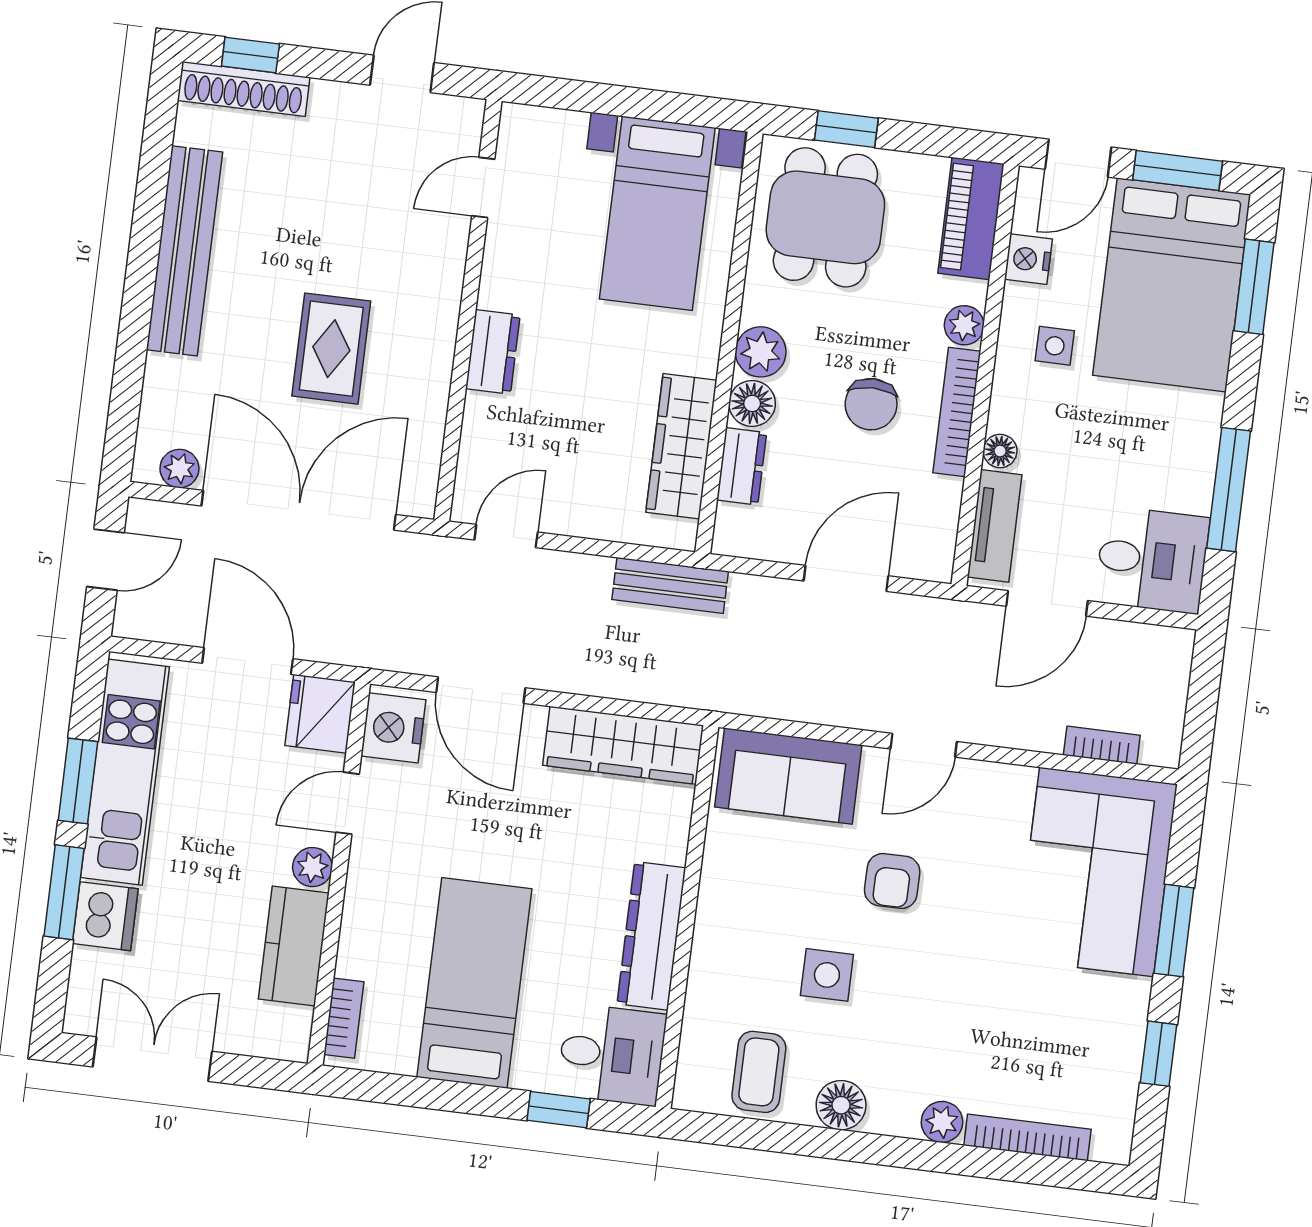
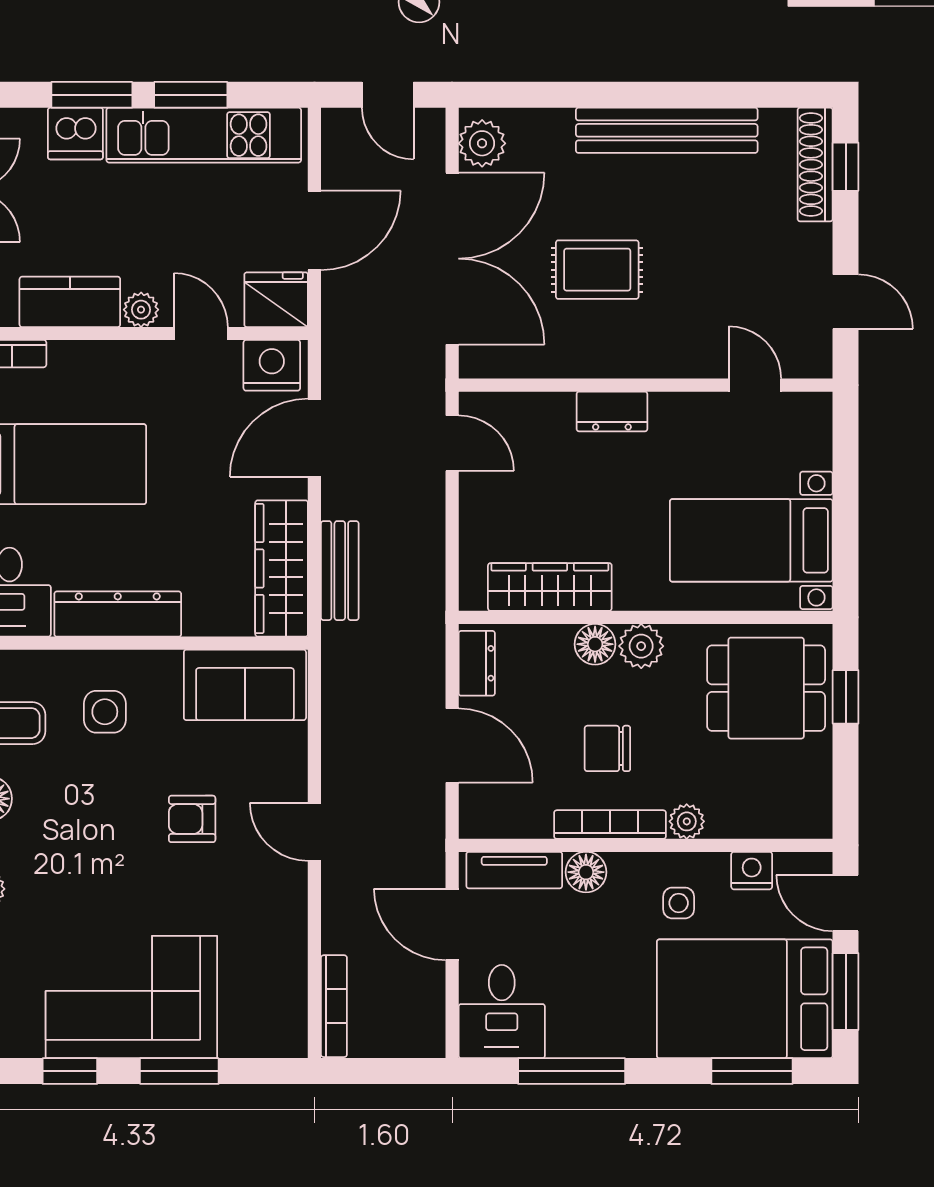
piano: (971, 218) -> (781, 816), removed
floor lamp: (1000, 451) -> (586, 872), width x1.37, depth x1.37
dresser: (742, 466) -> (477, 663), moved, turned -90
plant: (179, 469) -> (482, 143), width x1.38, depth x1.38
bench: (670, 585) -> (340, 571), moved
bookcase: (1102, 745) -> (334, 1006), width x1.56
sofa: (788, 776) -> (245, 685), moved, turned -90
corner sofa: (1097, 872) -> (131, 997), moved
side table: (827, 975) -> (105, 712), moved

